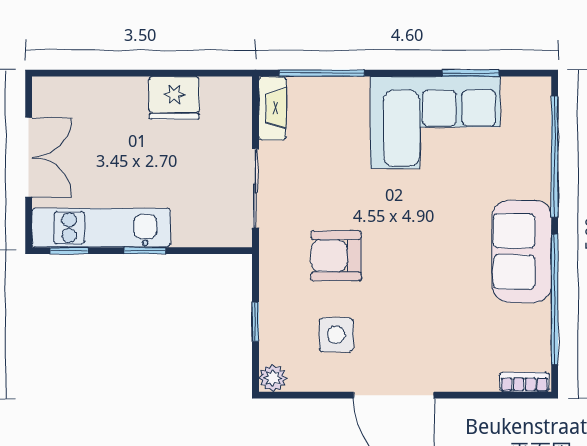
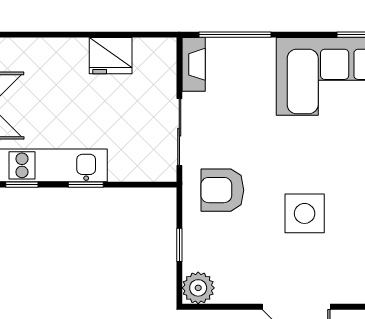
armchair: (336, 256) -> (222, 190), moved
side table: (336, 335) -> (305, 213), moved, width x1.37, depth x1.37
plant: (273, 378) -> (198, 288), width x1.38, depth x1.38

